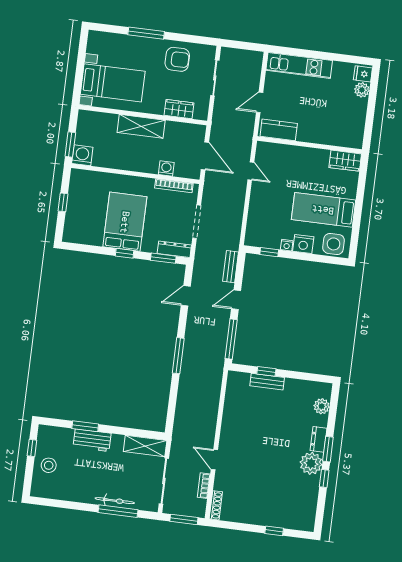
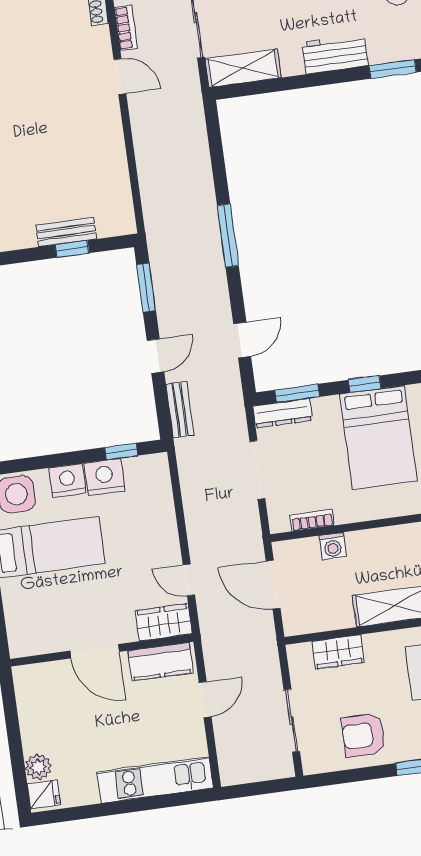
door: (314, 146) -> (95, 651), added
wardrobe: (345, 161) -> (164, 622), moved
bookcase: (174, 186) -> (312, 520), width x0.64
nightstand: (287, 245) -> (105, 477), width x1.89, depth x1.79
window: (231, 339) -> (146, 288), width x0.69
window: (85, 426) -> (393, 69), moved

